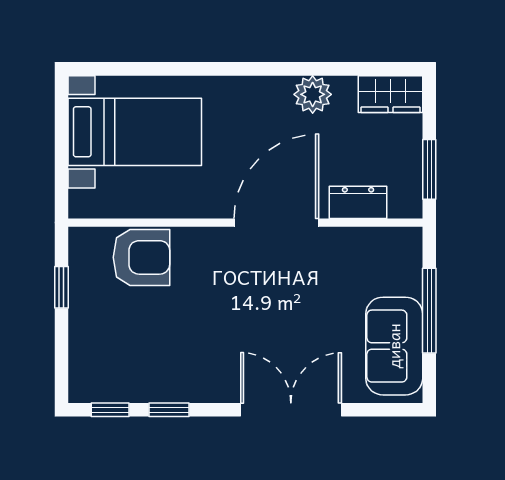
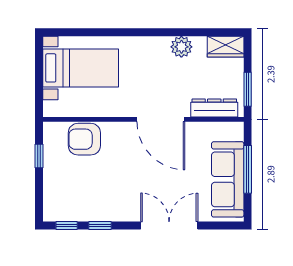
dresser: (358, 202) -> (214, 108), width x1.44
door: (276, 223) -> (161, 119), swing flipped
armchair: (141, 257) -> (84, 139), turned 180
sofa: (394, 346) -> (228, 179), width x1.36

